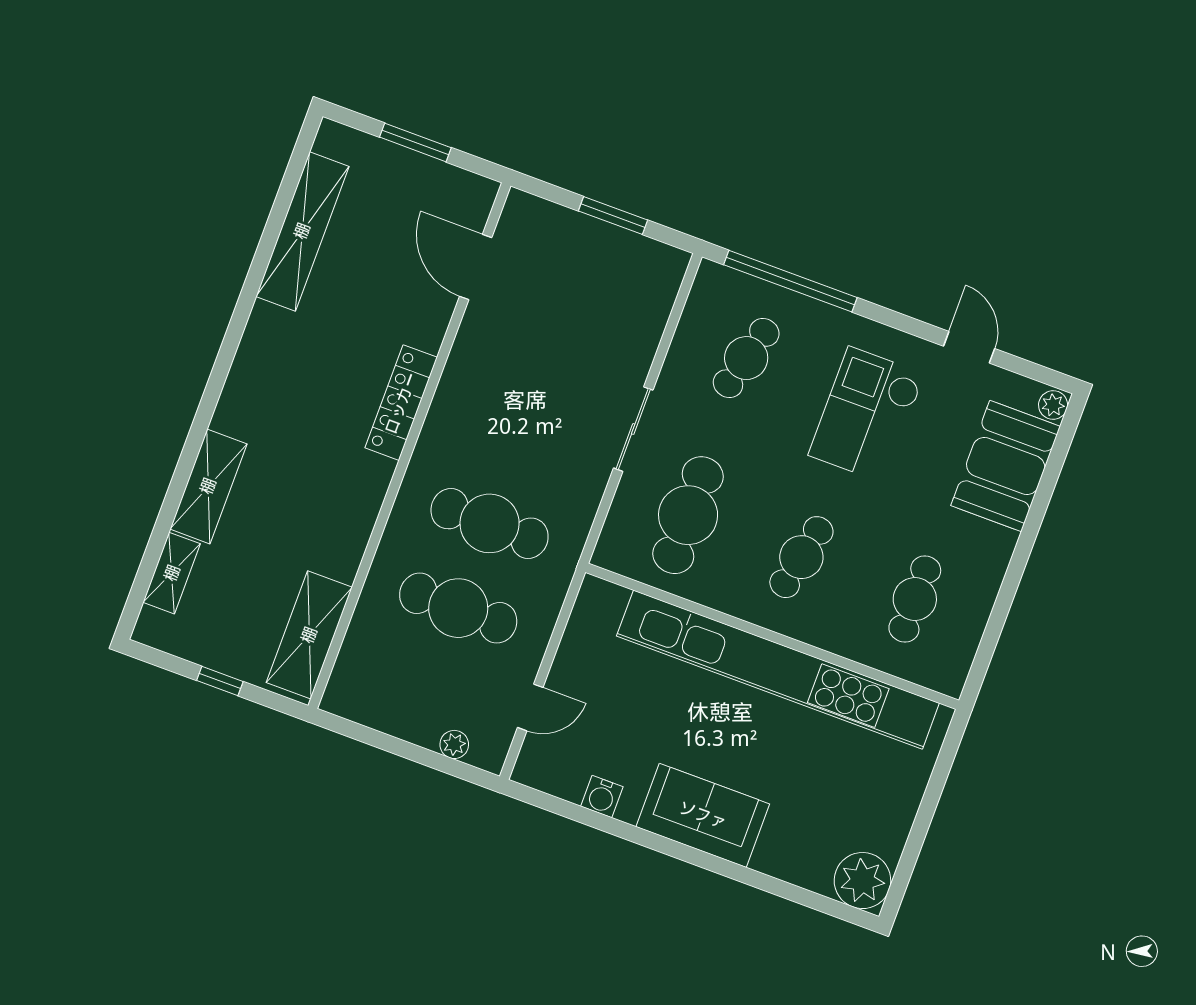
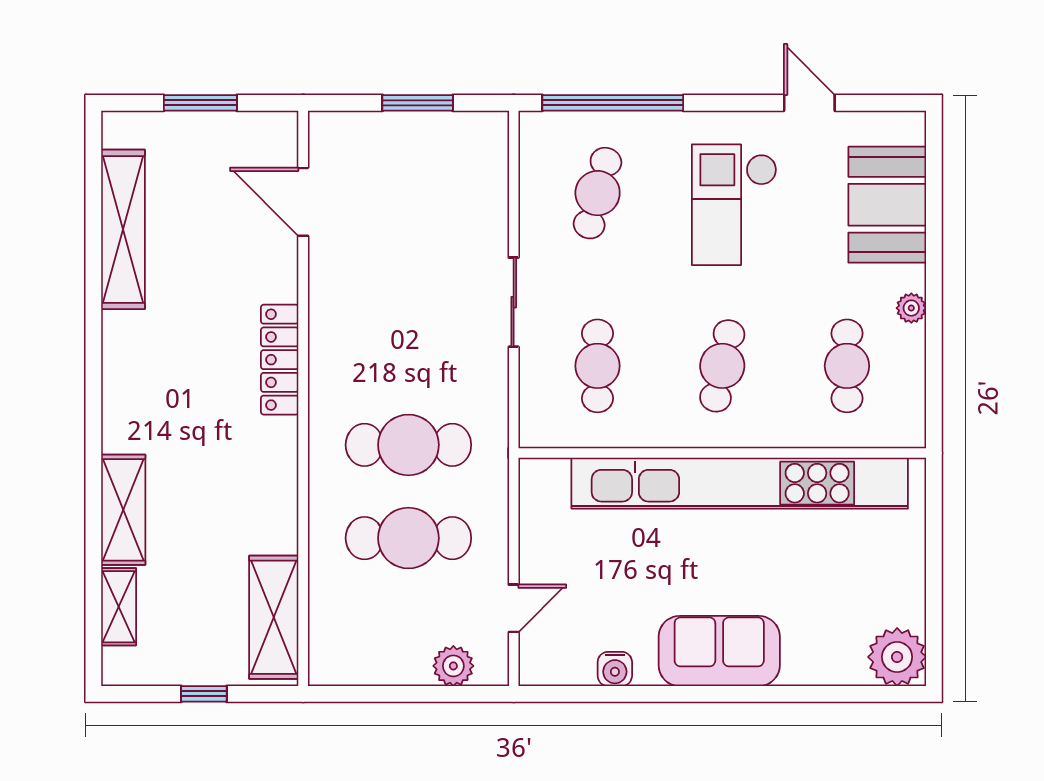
plant: (1053, 405) -> (911, 308), moved
cafe table: (688, 515) -> (598, 366), width x0.73, depth x0.74
plant: (454, 744) -> (453, 666), width x1.38, depth x1.38

